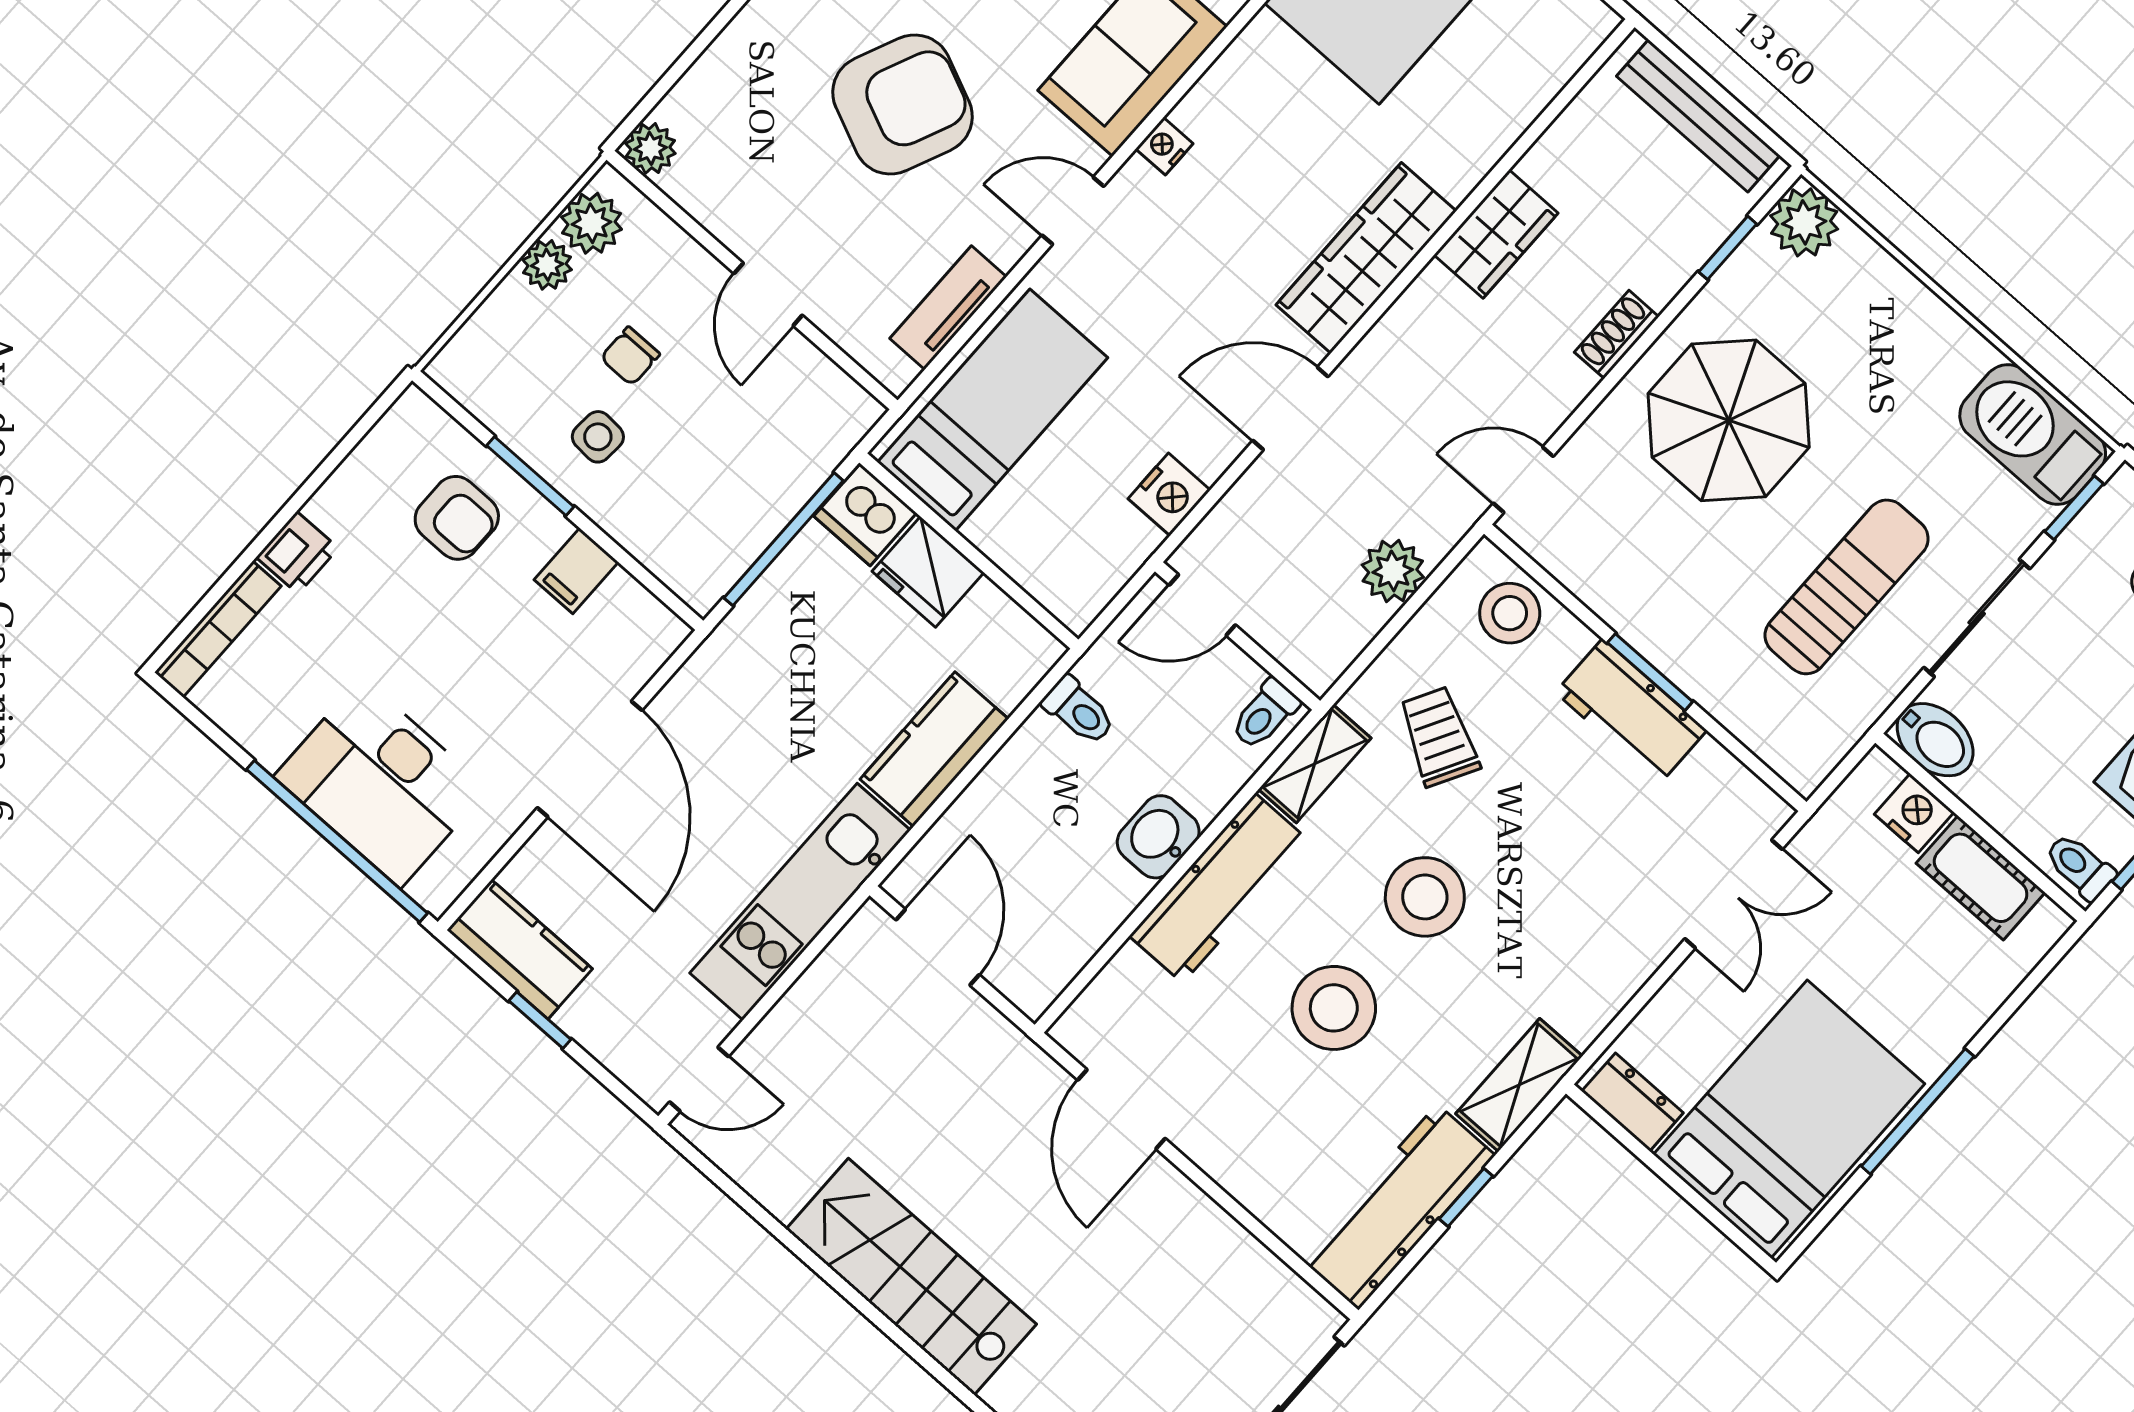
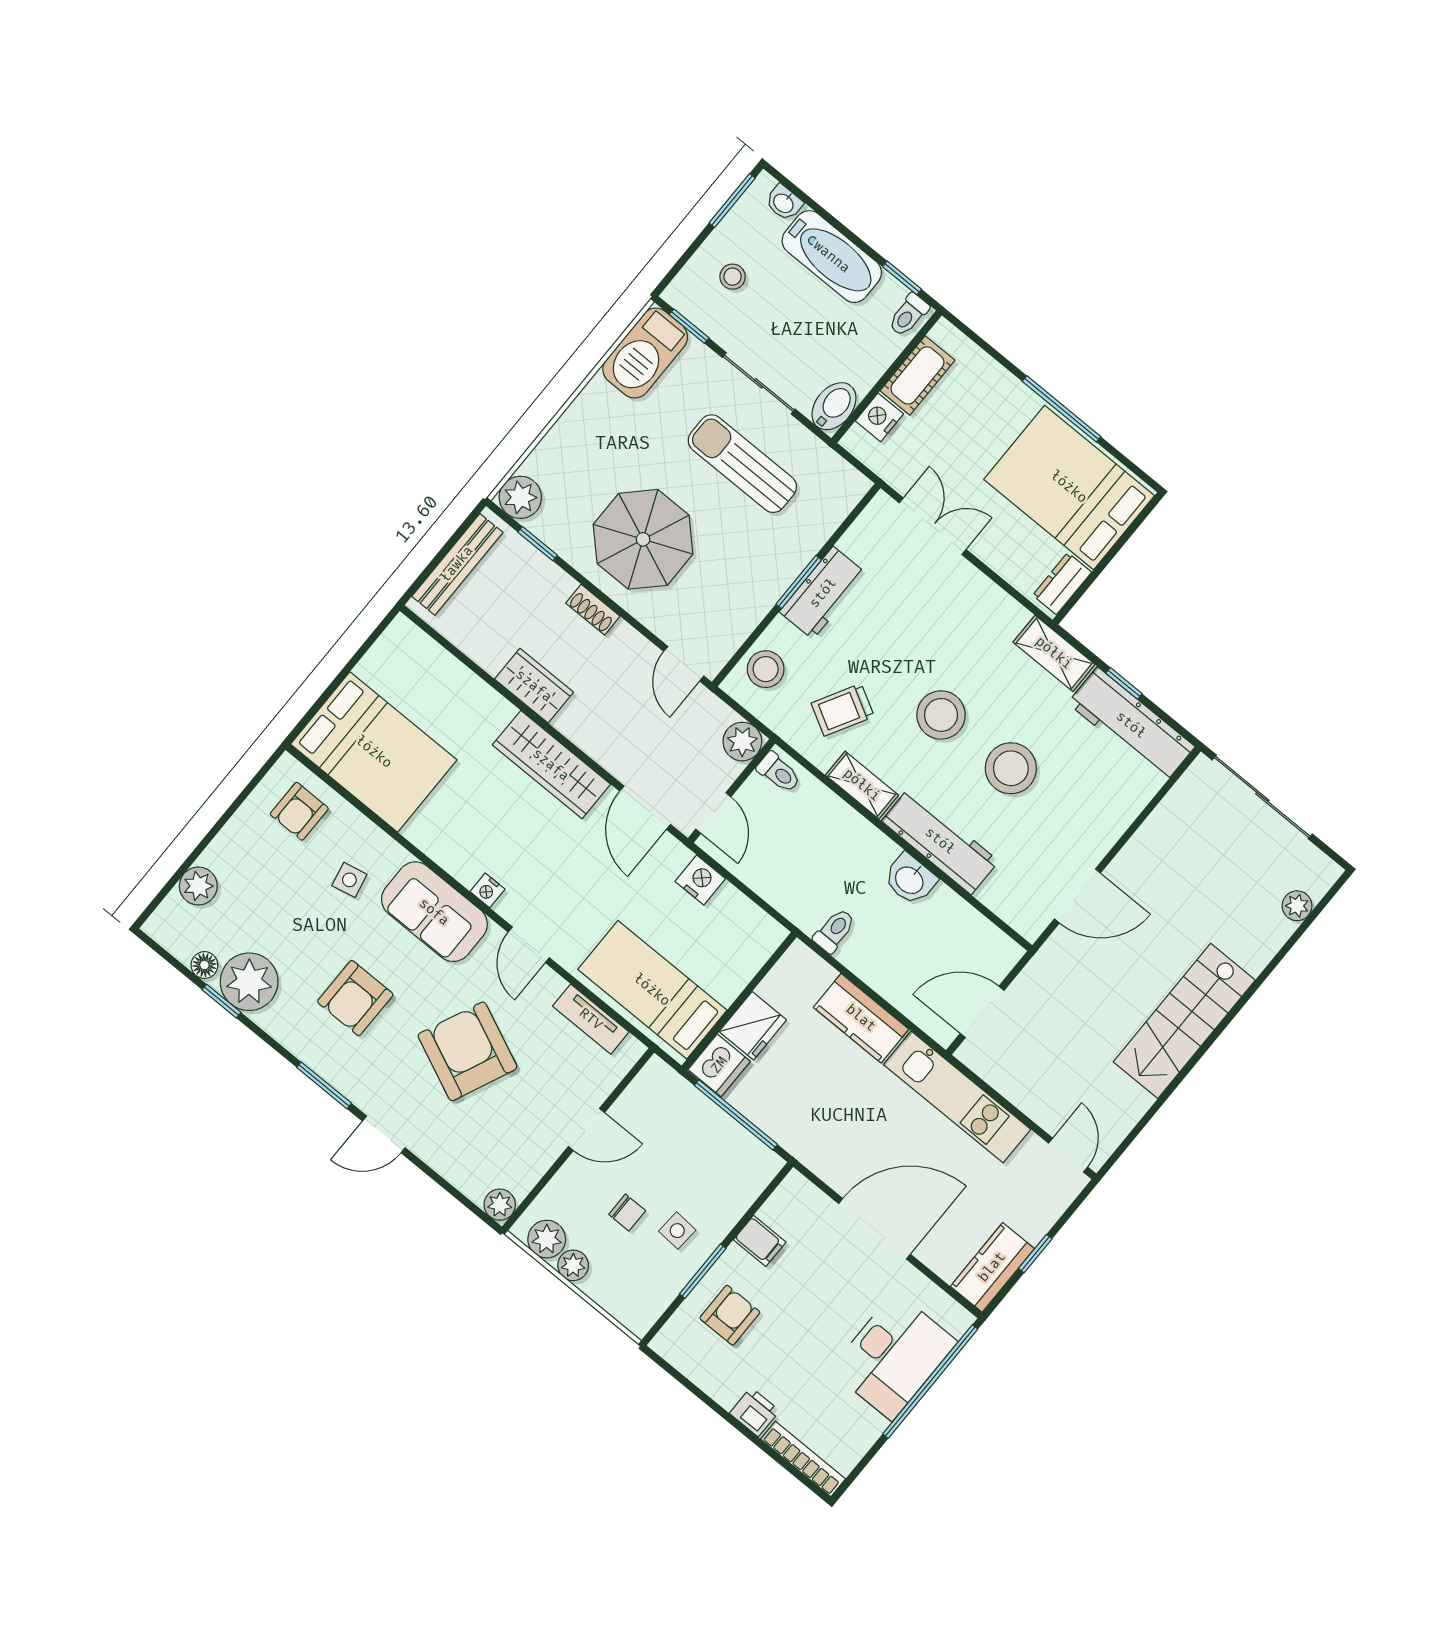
door: (1202, 605) -> (713, 813), moved
wall: (1238, 636) -> (732, 791), moved
toilet: (1265, 714) -> (779, 772), moved

